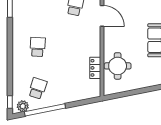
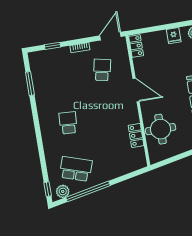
door: (102, 16) -> (136, 90), moved
school desk: (38, 88) -> (76, 169), width x1.85

